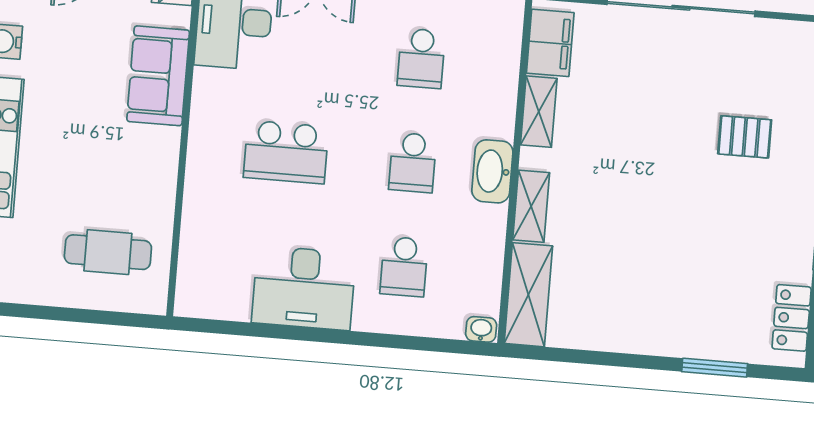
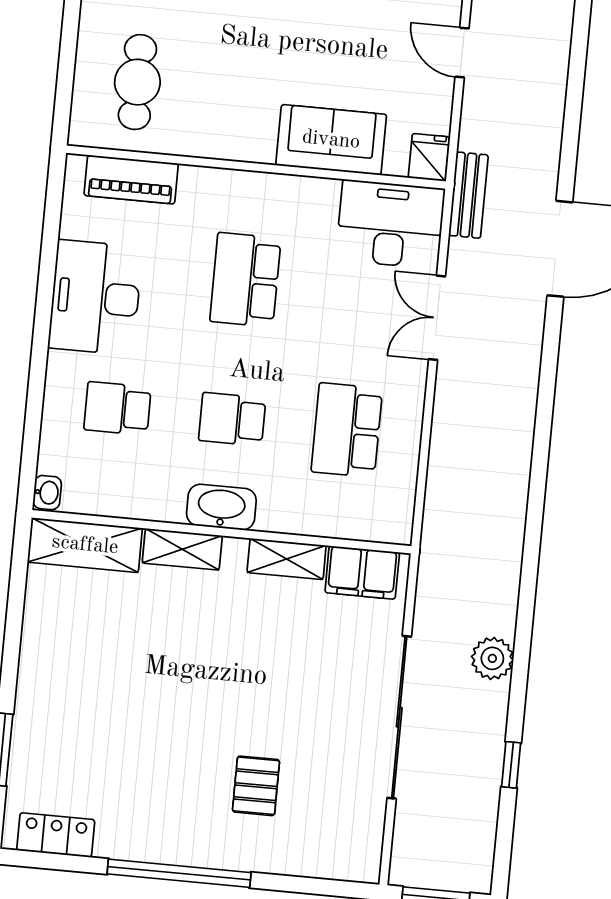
school desk: (421, 58) -> (347, 430), width x1.85
piano: (196, 257) -> (131, 180), added

